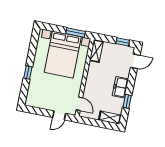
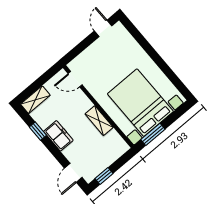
shelving: (96, 51) -> (99, 121), moved
window: (28, 73) -> (151, 51), removed
door: (59, 115) -> (103, 28), moved

